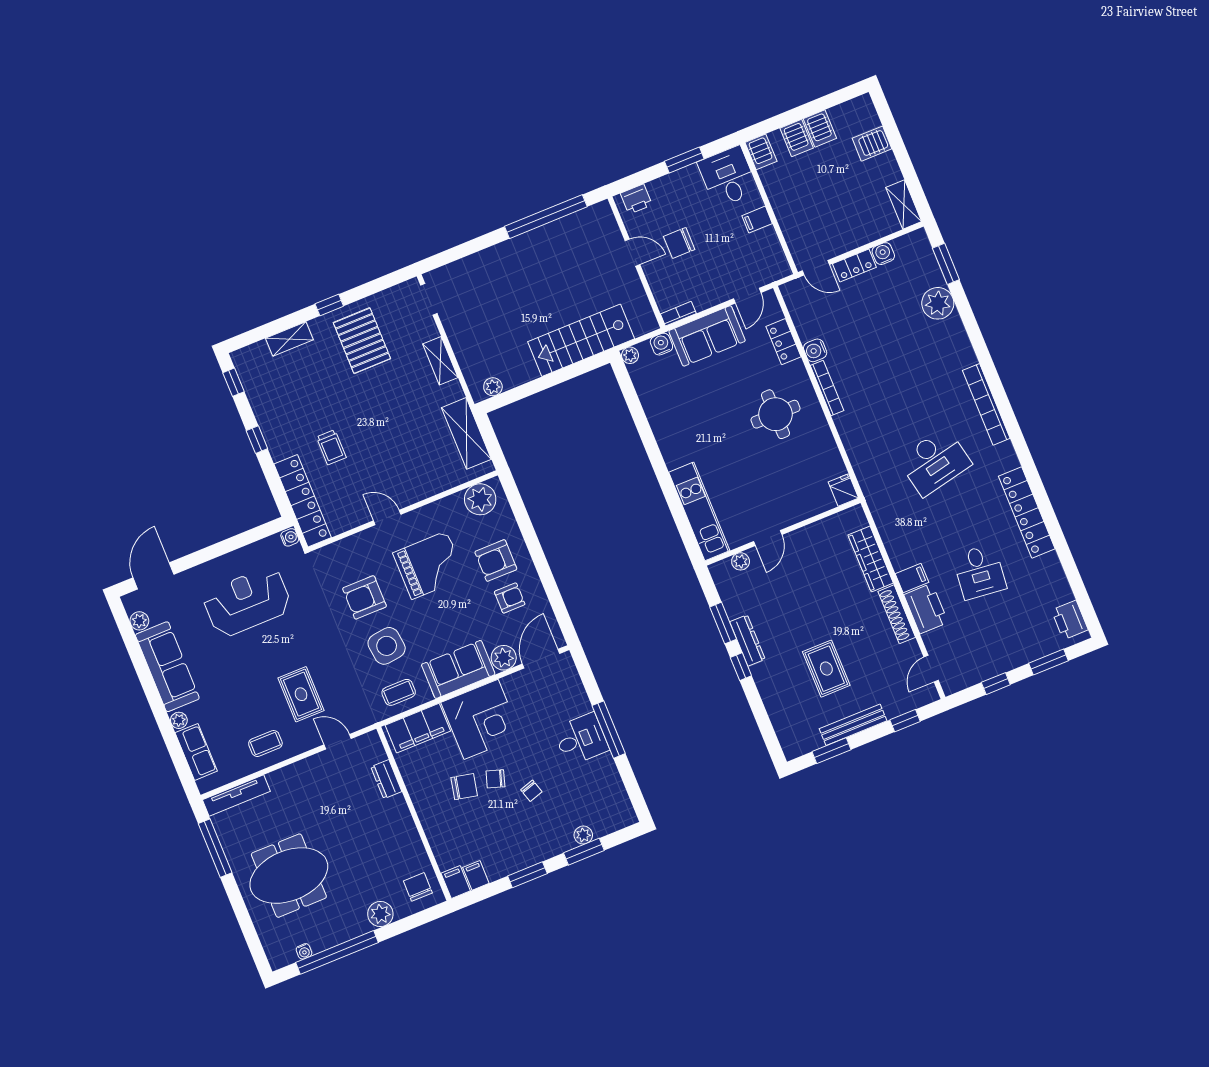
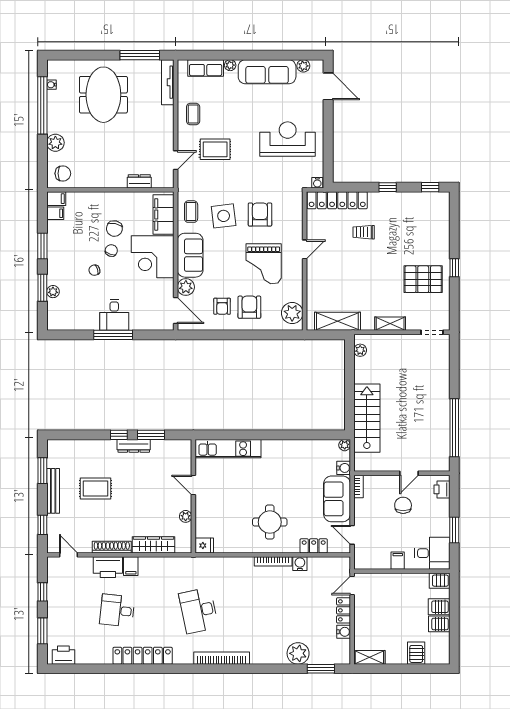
shelving: (289, 339) -> (443, 234), removed
plant: (741, 561) -> (186, 516), moved
reception desk: (247, 602) -> (288, 139), turned -90

